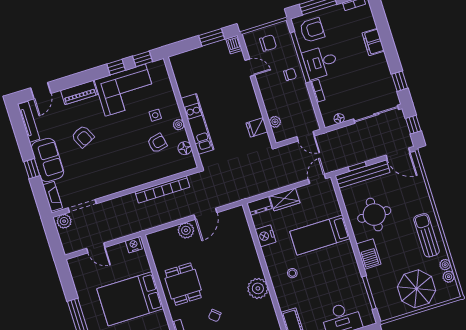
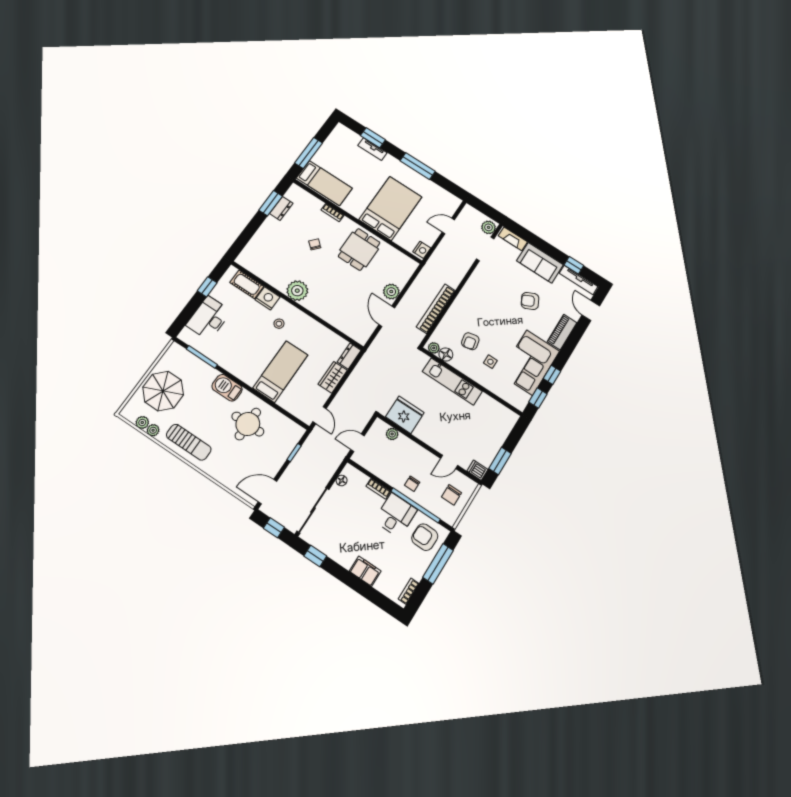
armchair: (312, 30) -> (425, 537), turned 91
plant: (179, 125) -> (434, 348), moved
fridge: (257, 127) -> (405, 415), width x1.88, depth x1.34
window: (32, 169) -> (574, 265), moved
bench: (363, 174) -> (285, 450), removed
nightstand: (265, 236) -> (268, 298), moved
dining table: (183, 284) -> (359, 249), turned 90

